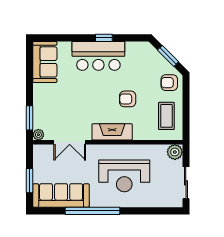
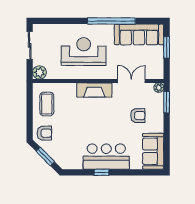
armchair: (128, 99) -> (138, 116), moved

